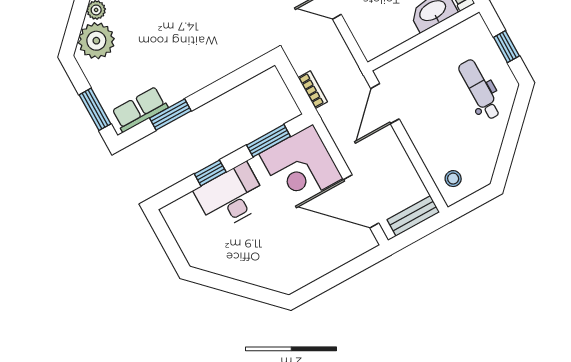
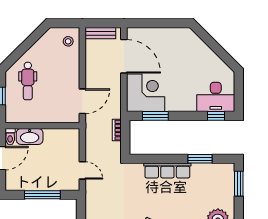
row of seats: (140, 109) -> (167, 170), moved, width x1.48
window: (210, 173) -> (216, 116), moved
desk: (231, 197) -> (216, 97), moved

